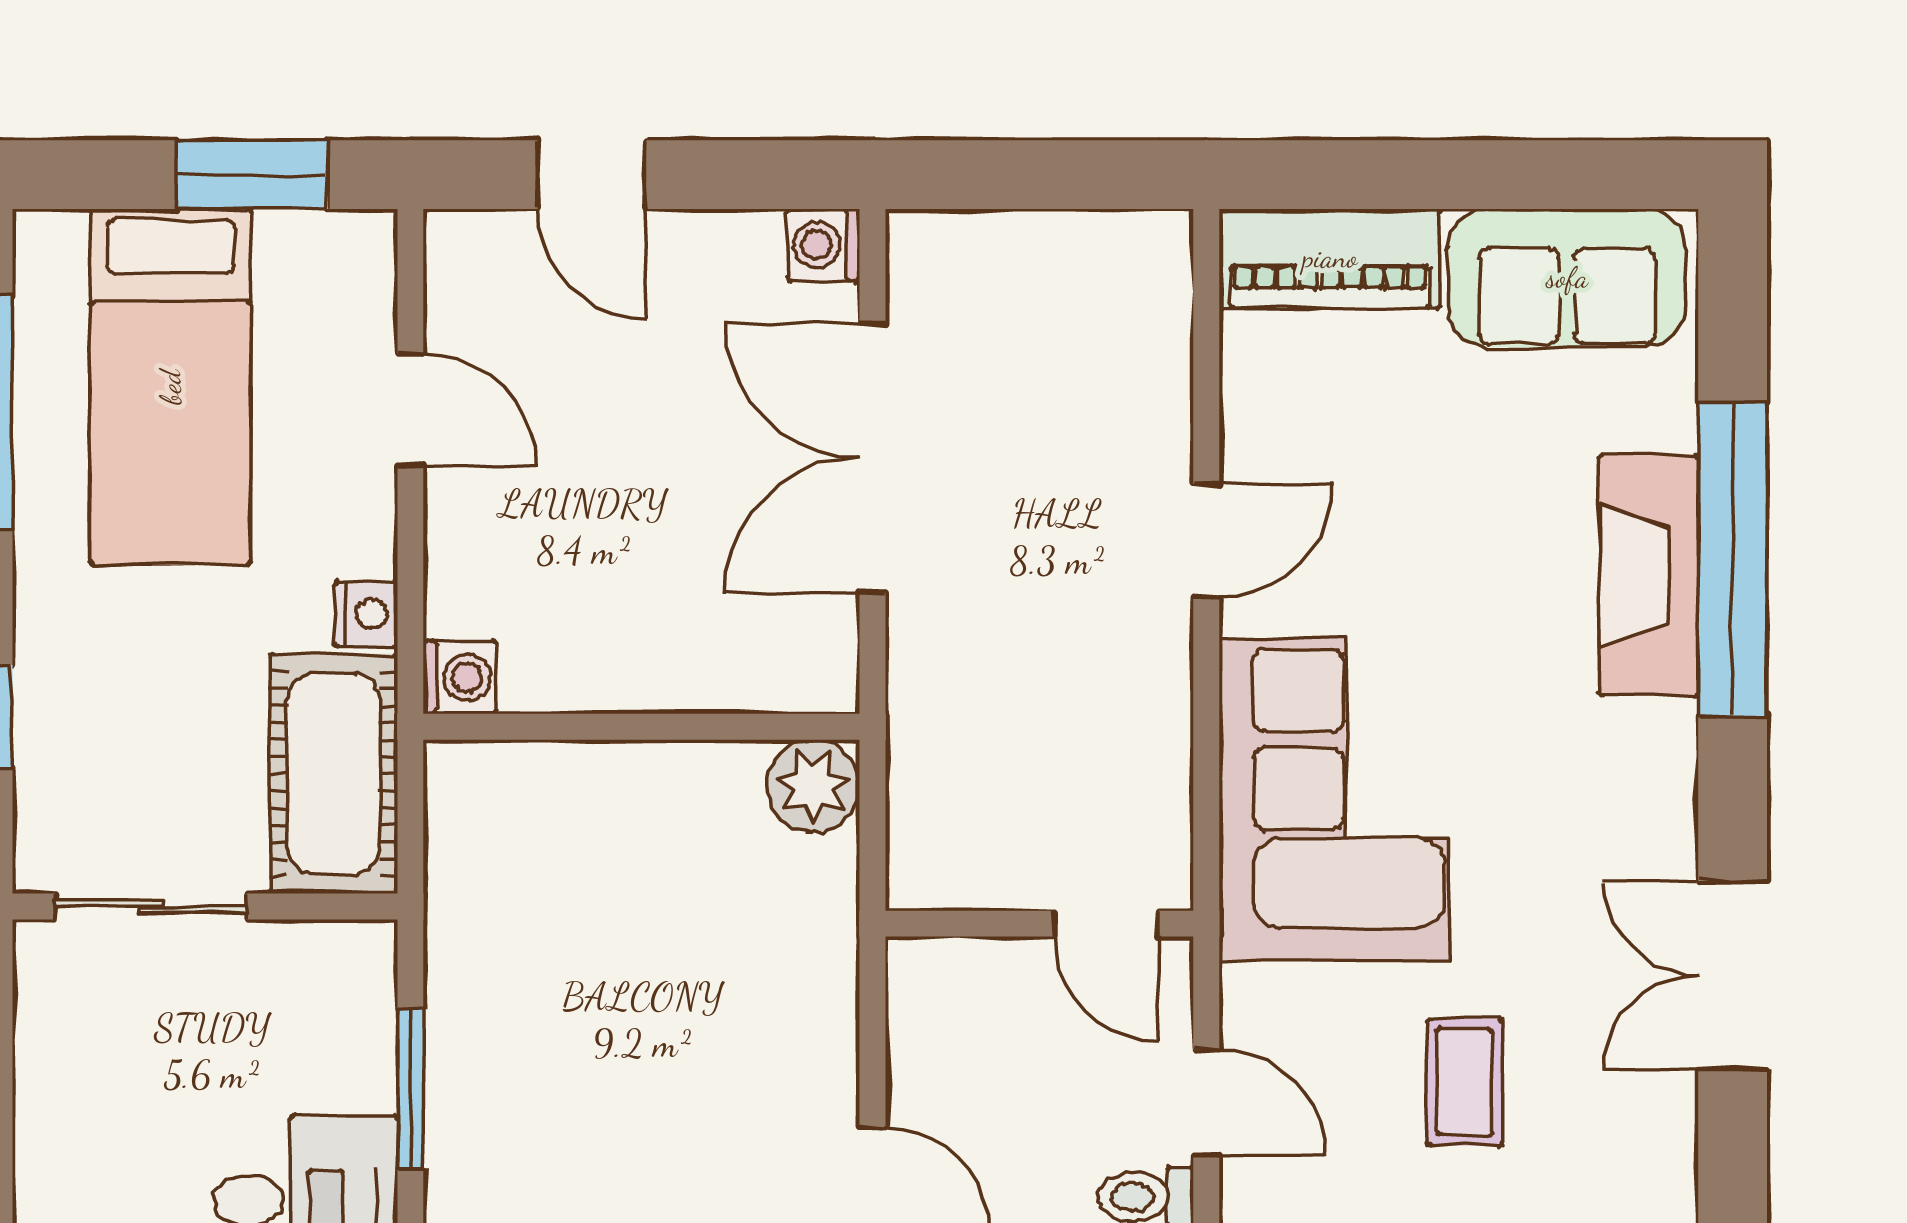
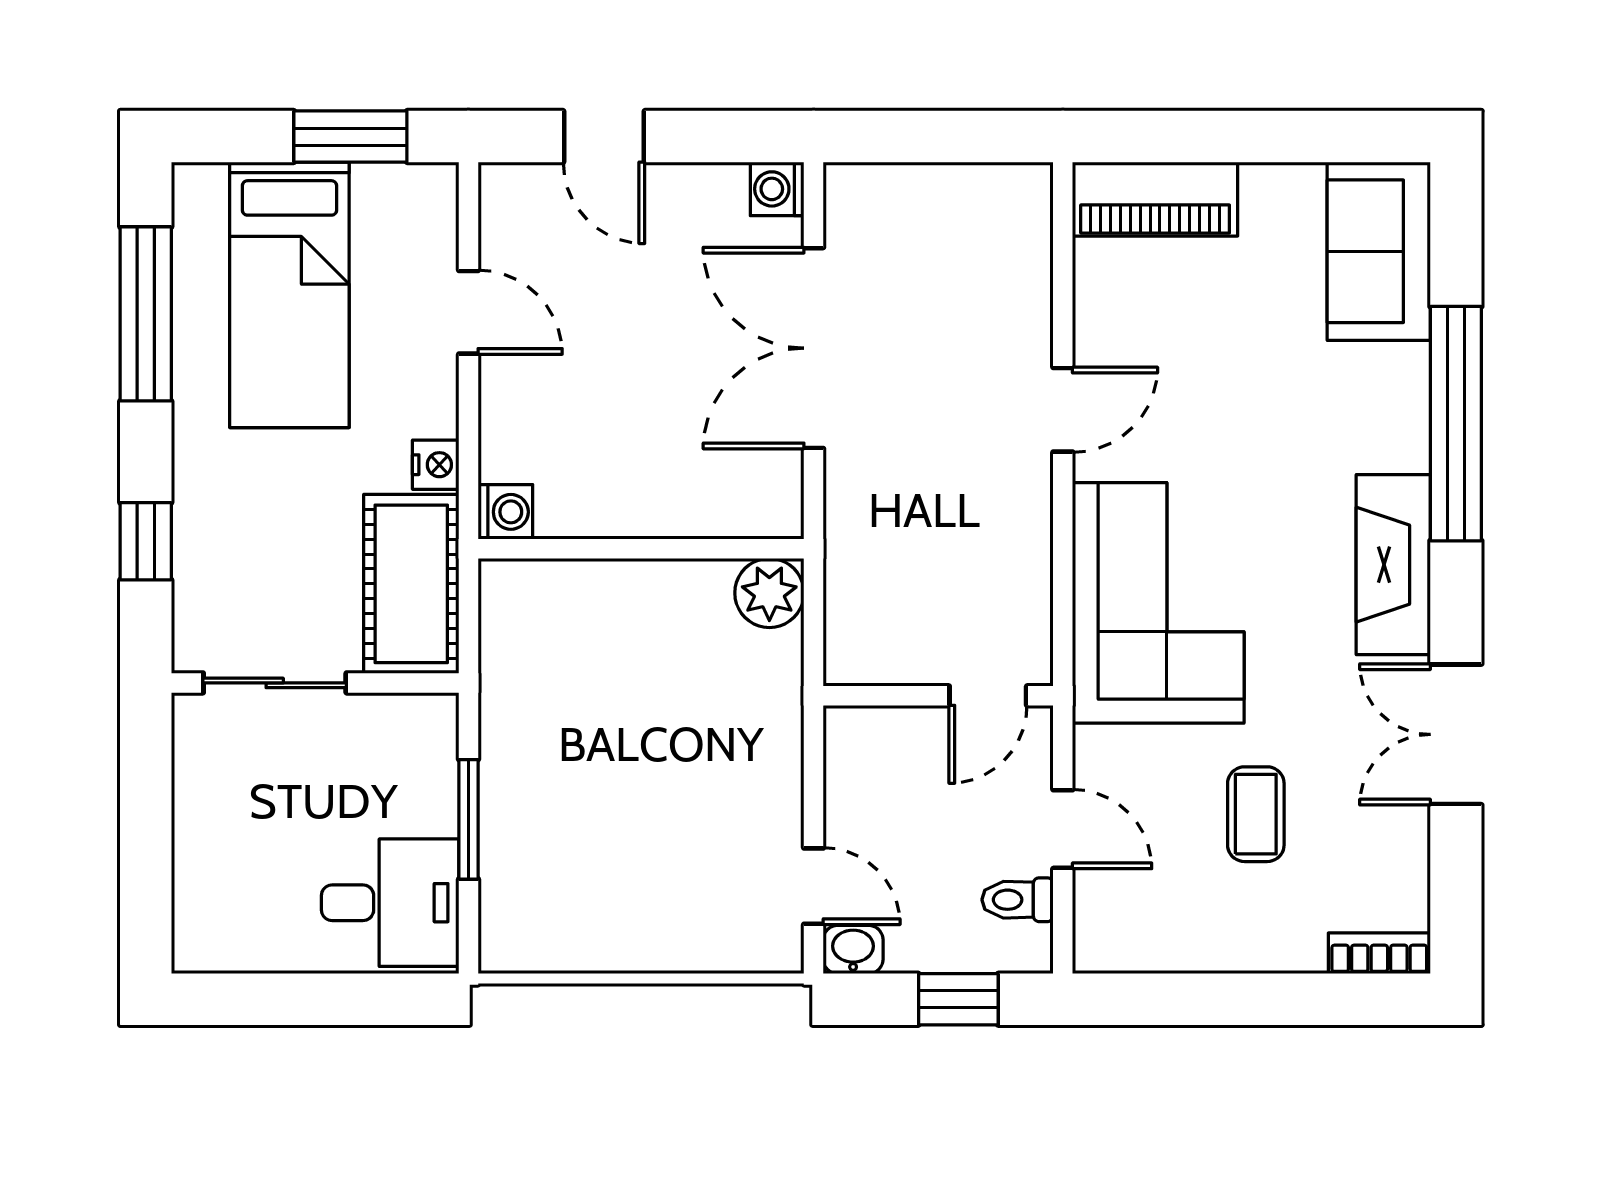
sofa: (1567, 278) -> (1379, 251), moved, turned 90
fireplace: (1649, 575) -> (1393, 565), moved
door: (1106, 924) -> (988, 696), hinge flipped

